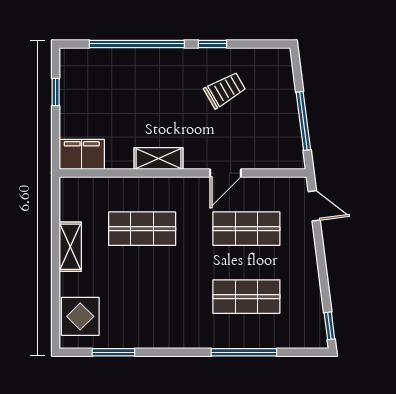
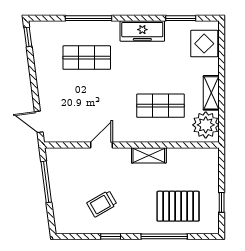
window: (137, 44) -> (164, 236), width x0.68
pallet: (117, 87) -> (178, 206), added
filing cabinet: (82, 154) -> (203, 158), removed
plant: (78, 201) -> (206, 125), added
shop shelf: (246, 229) -> (87, 106), removed
freezer: (168, 334) -> (142, 31), added

